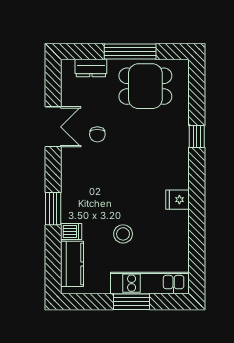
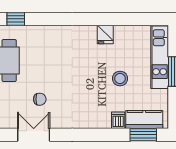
window: (197, 137) -> (16, 19), moved
fridge: (178, 200) -> (105, 35), moved
window: (53, 209) -> (143, 135), moved

